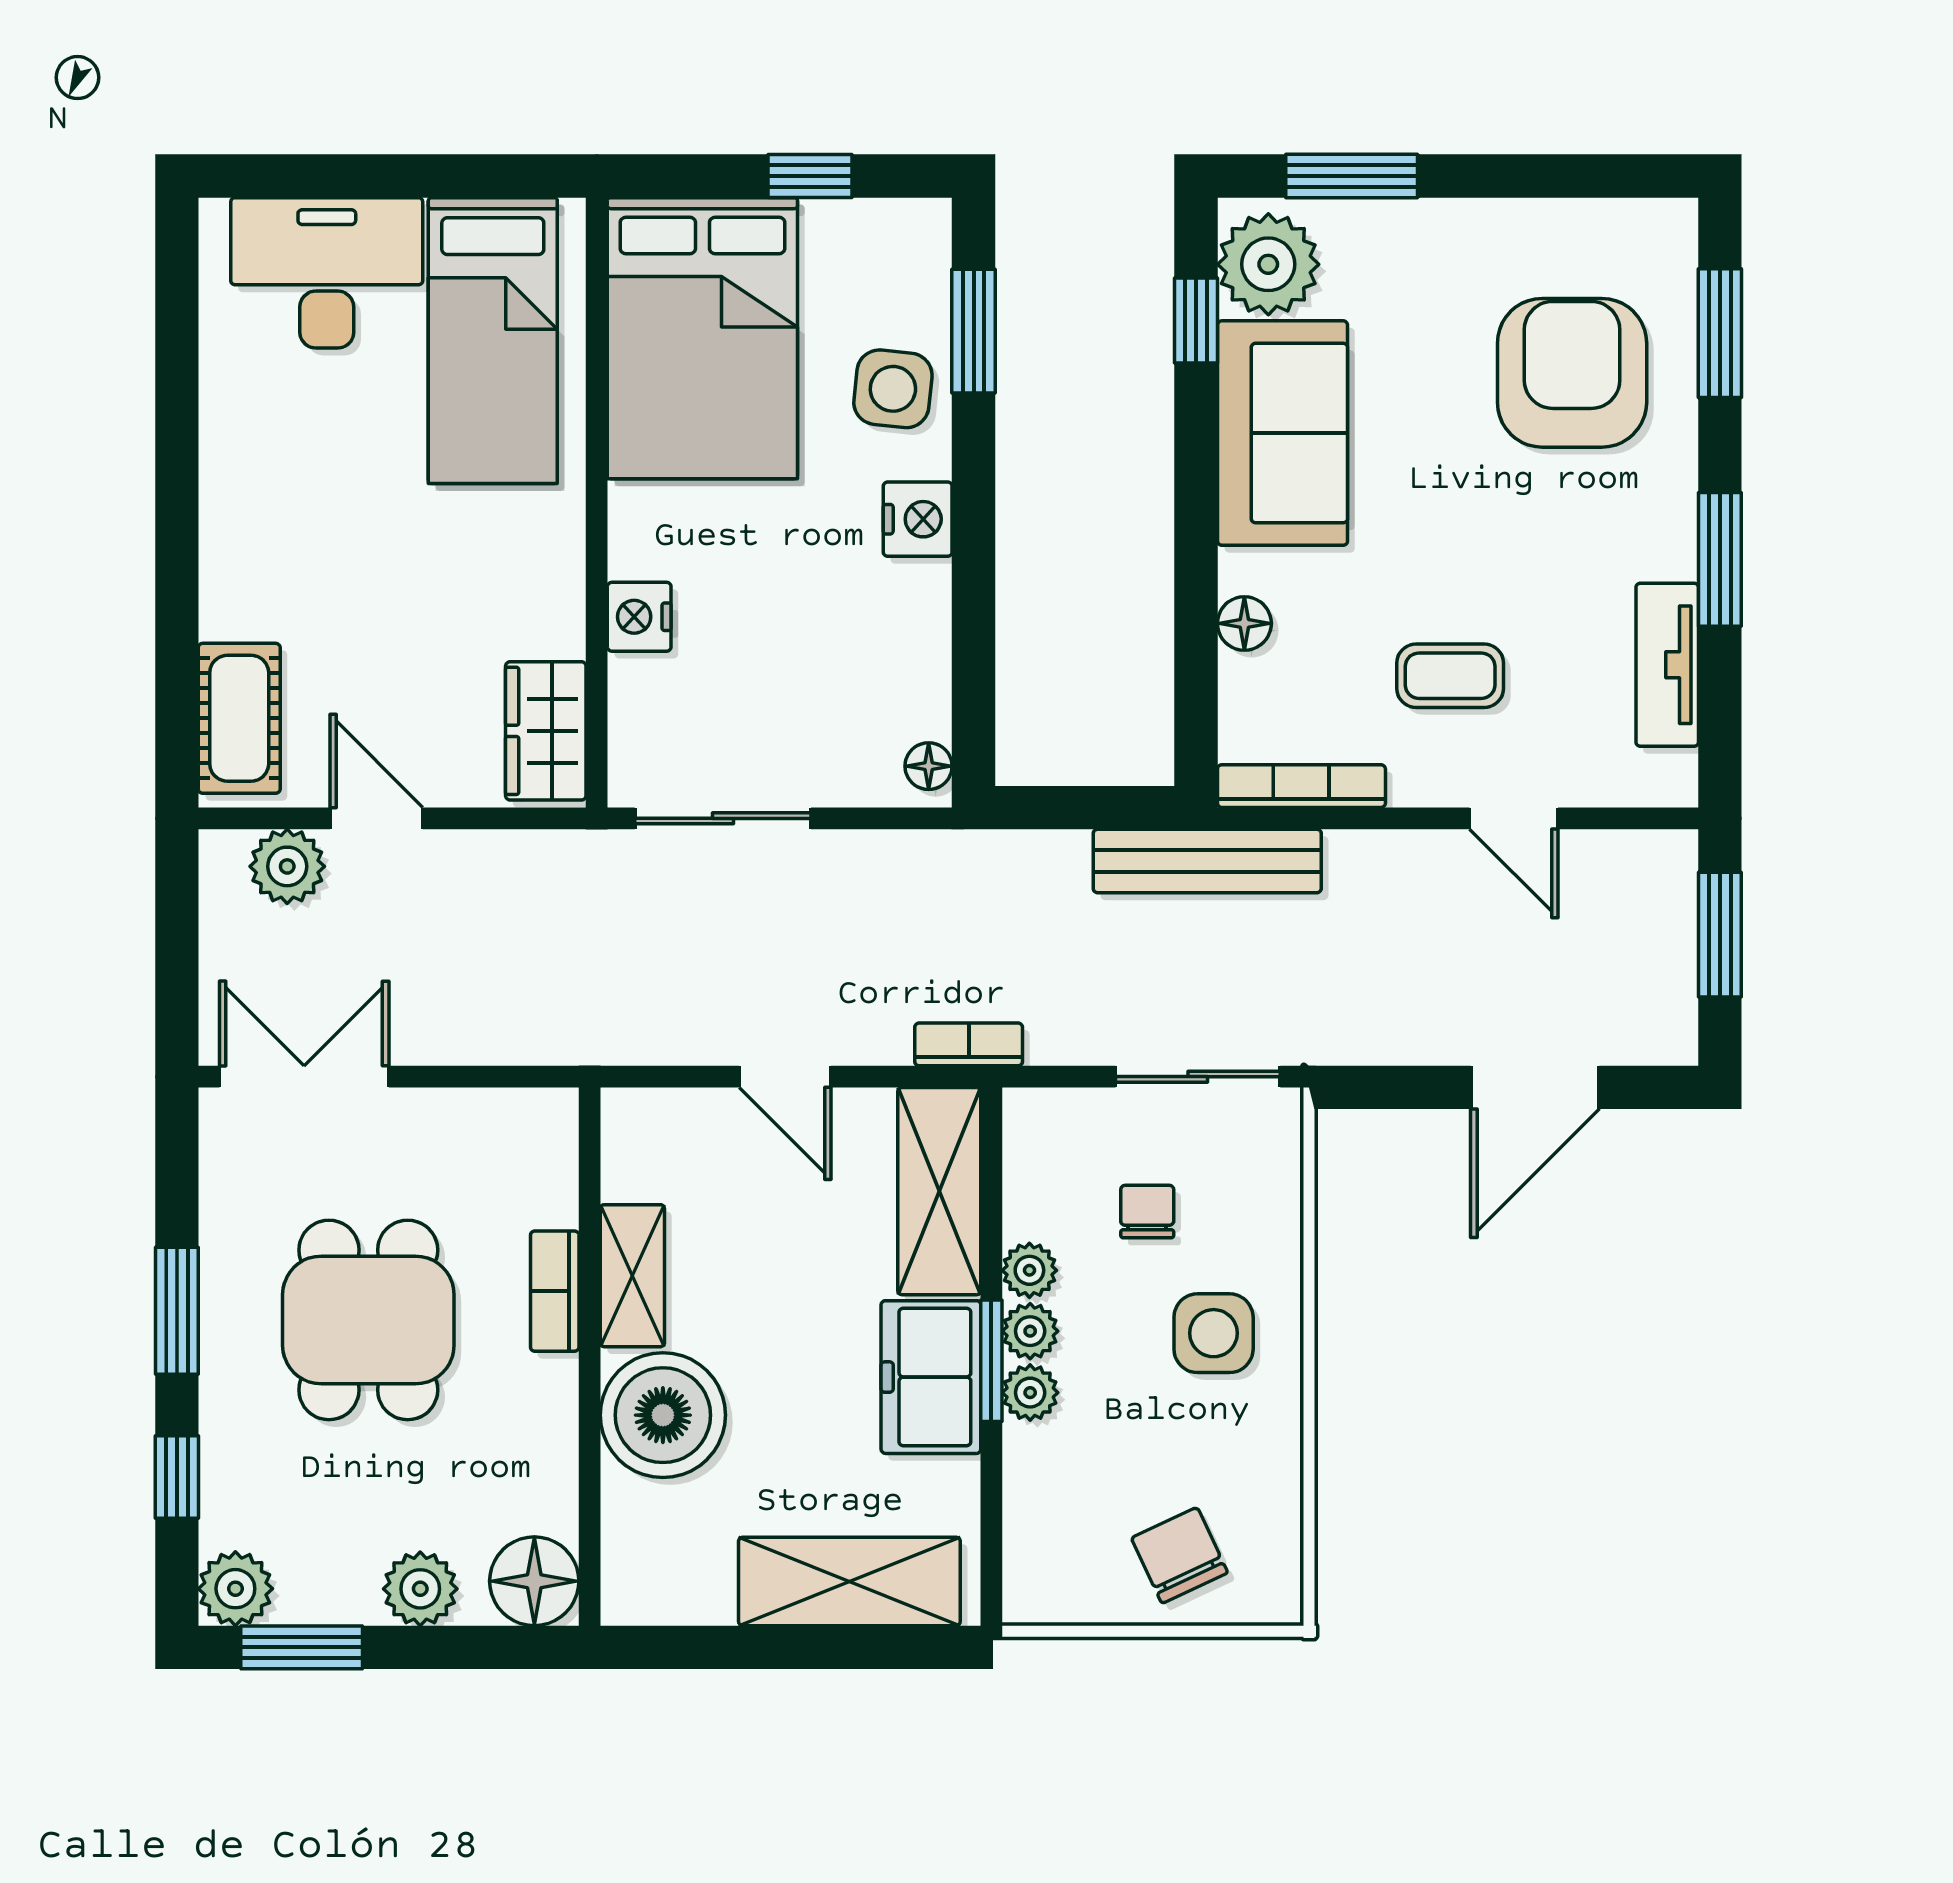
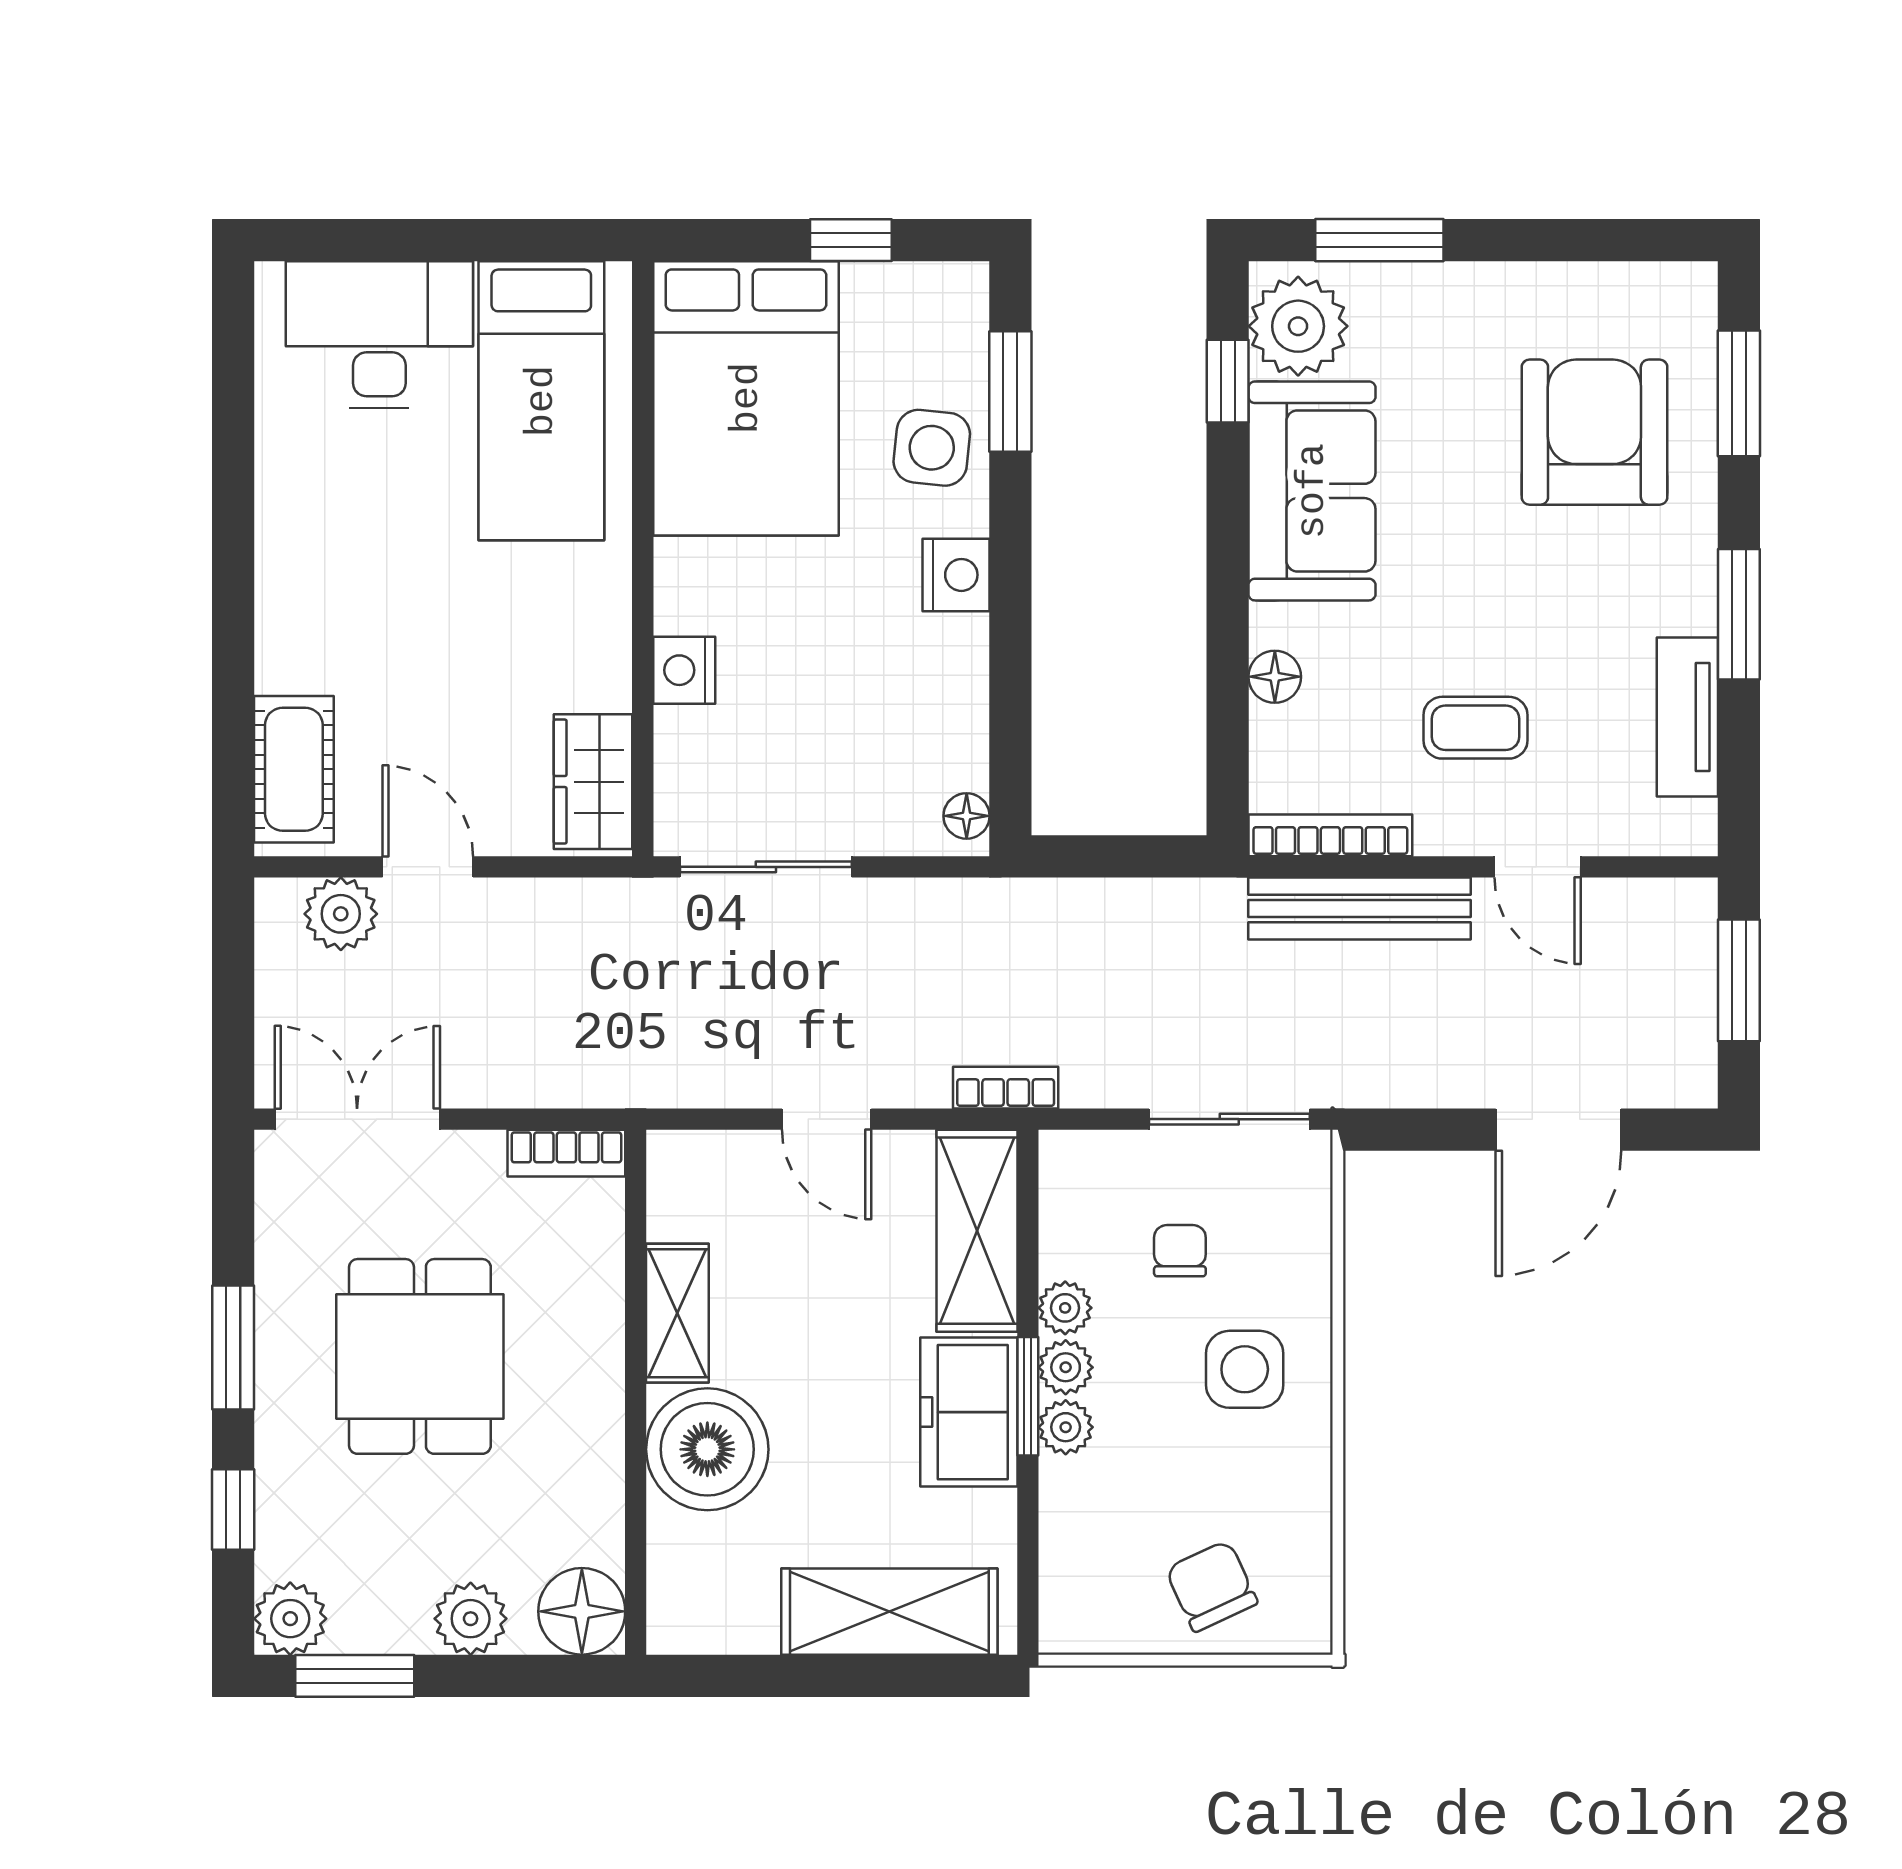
bench: (1207, 861) -> (1360, 908), moved
bookcase: (555, 1291) -> (566, 1153), moved, turned -90

